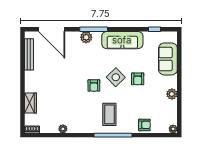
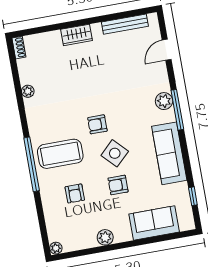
door: (52, 29) -> (167, 50), width x0.53
wardrobe: (30, 103) -> (77, 35), moved
coffee table: (109, 114) -> (60, 154), width x1.36, depth x1.32
armchair: (144, 125) -> (75, 193), moved

